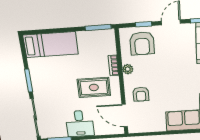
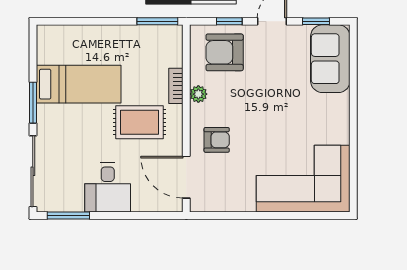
armchair: (142, 43) -> (225, 52), turned 90
bed: (51, 45) -> (79, 84), moved
armchair: (141, 94) -> (217, 140), turned -90

